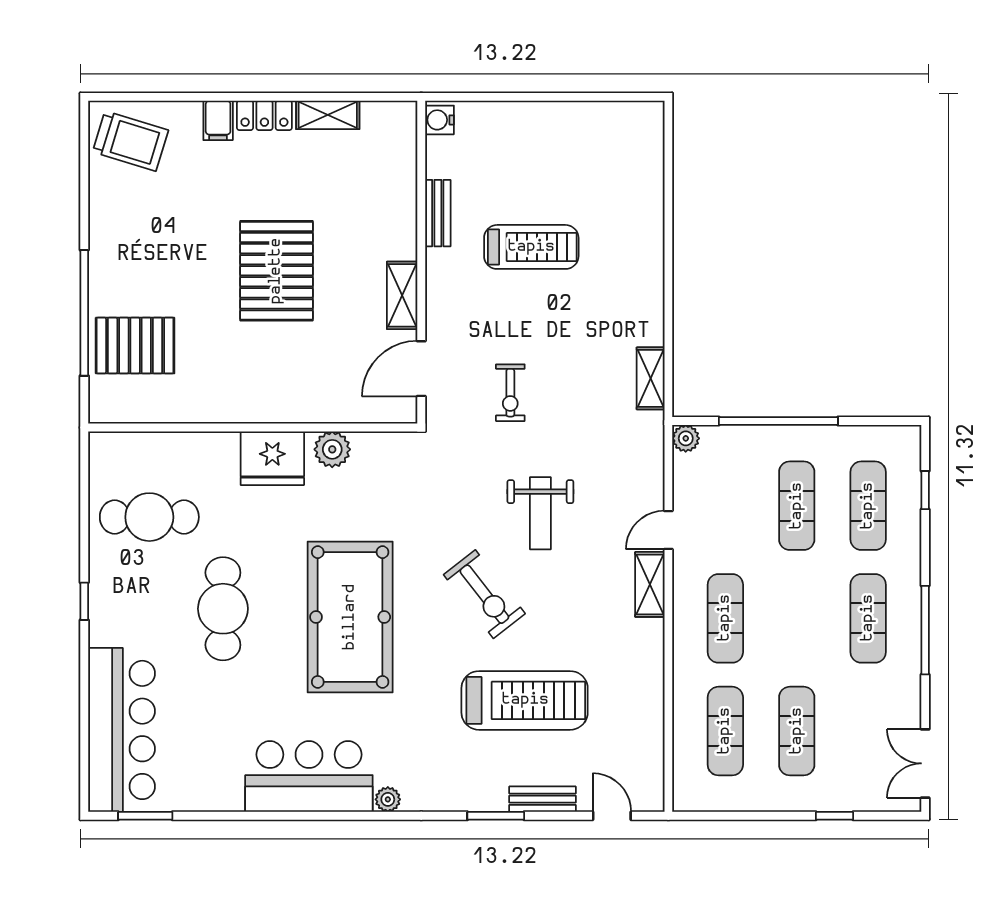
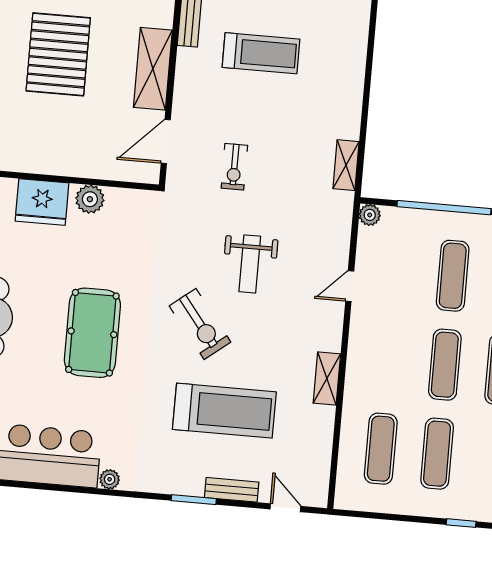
shelving: (402, 295) -> (153, 69), width x1.50, depth x1.33
shelving: (650, 584) -> (327, 378), moved
pool table: (350, 617) -> (92, 333), width x0.73, depth x0.76
exercise mat: (725, 618) -> (445, 365), moved

